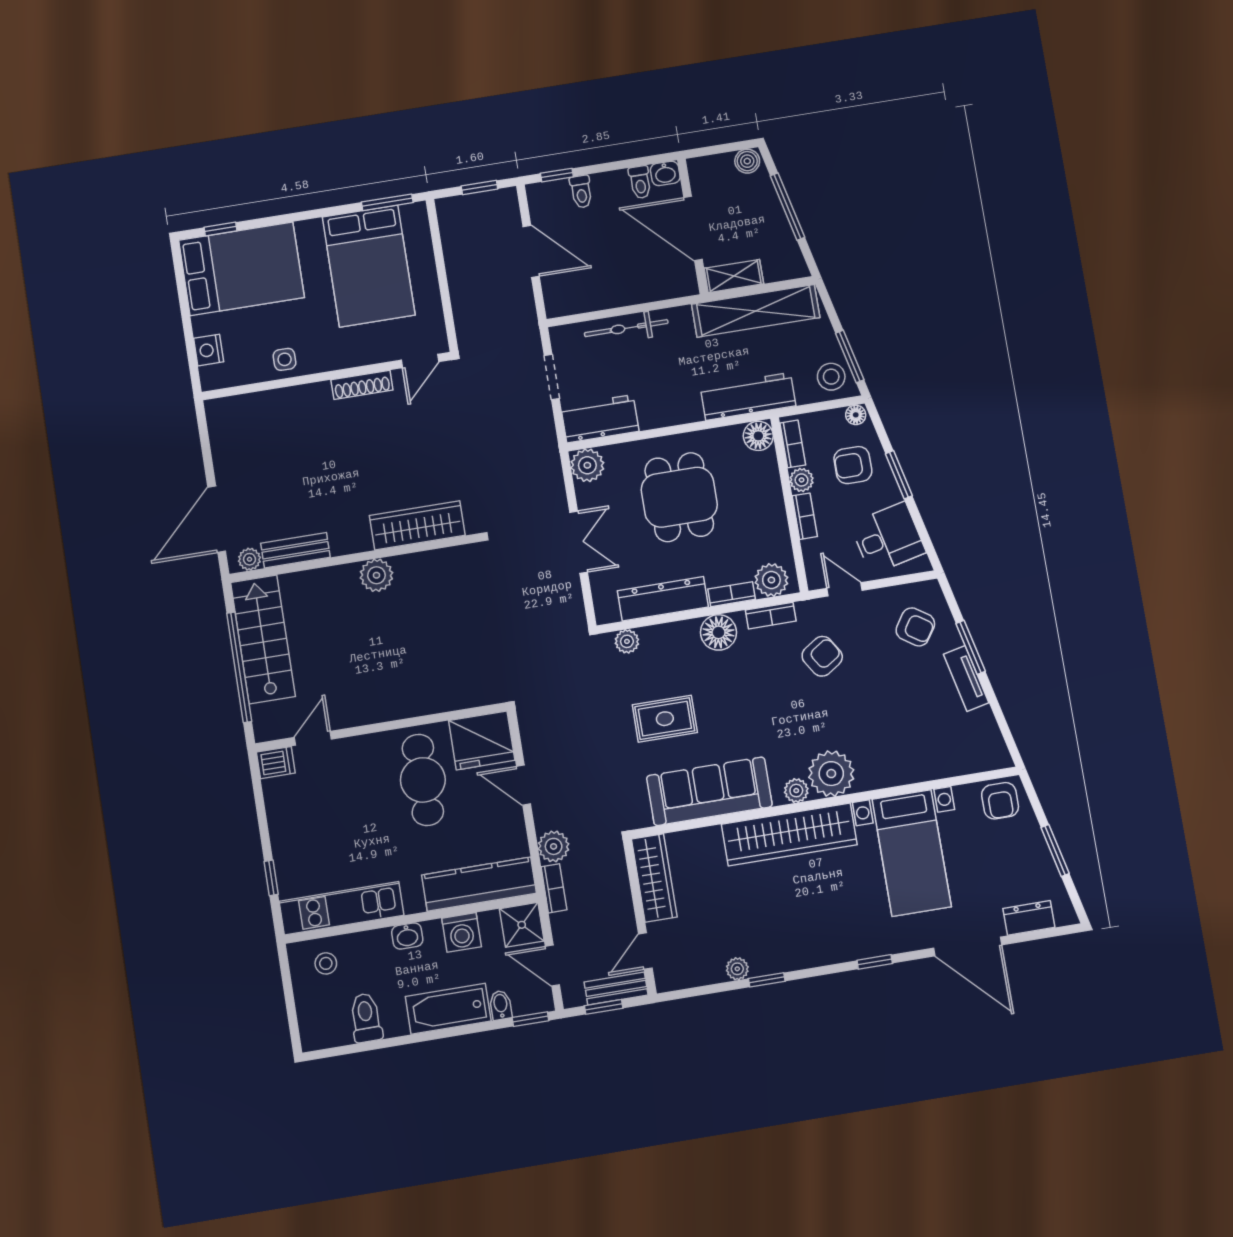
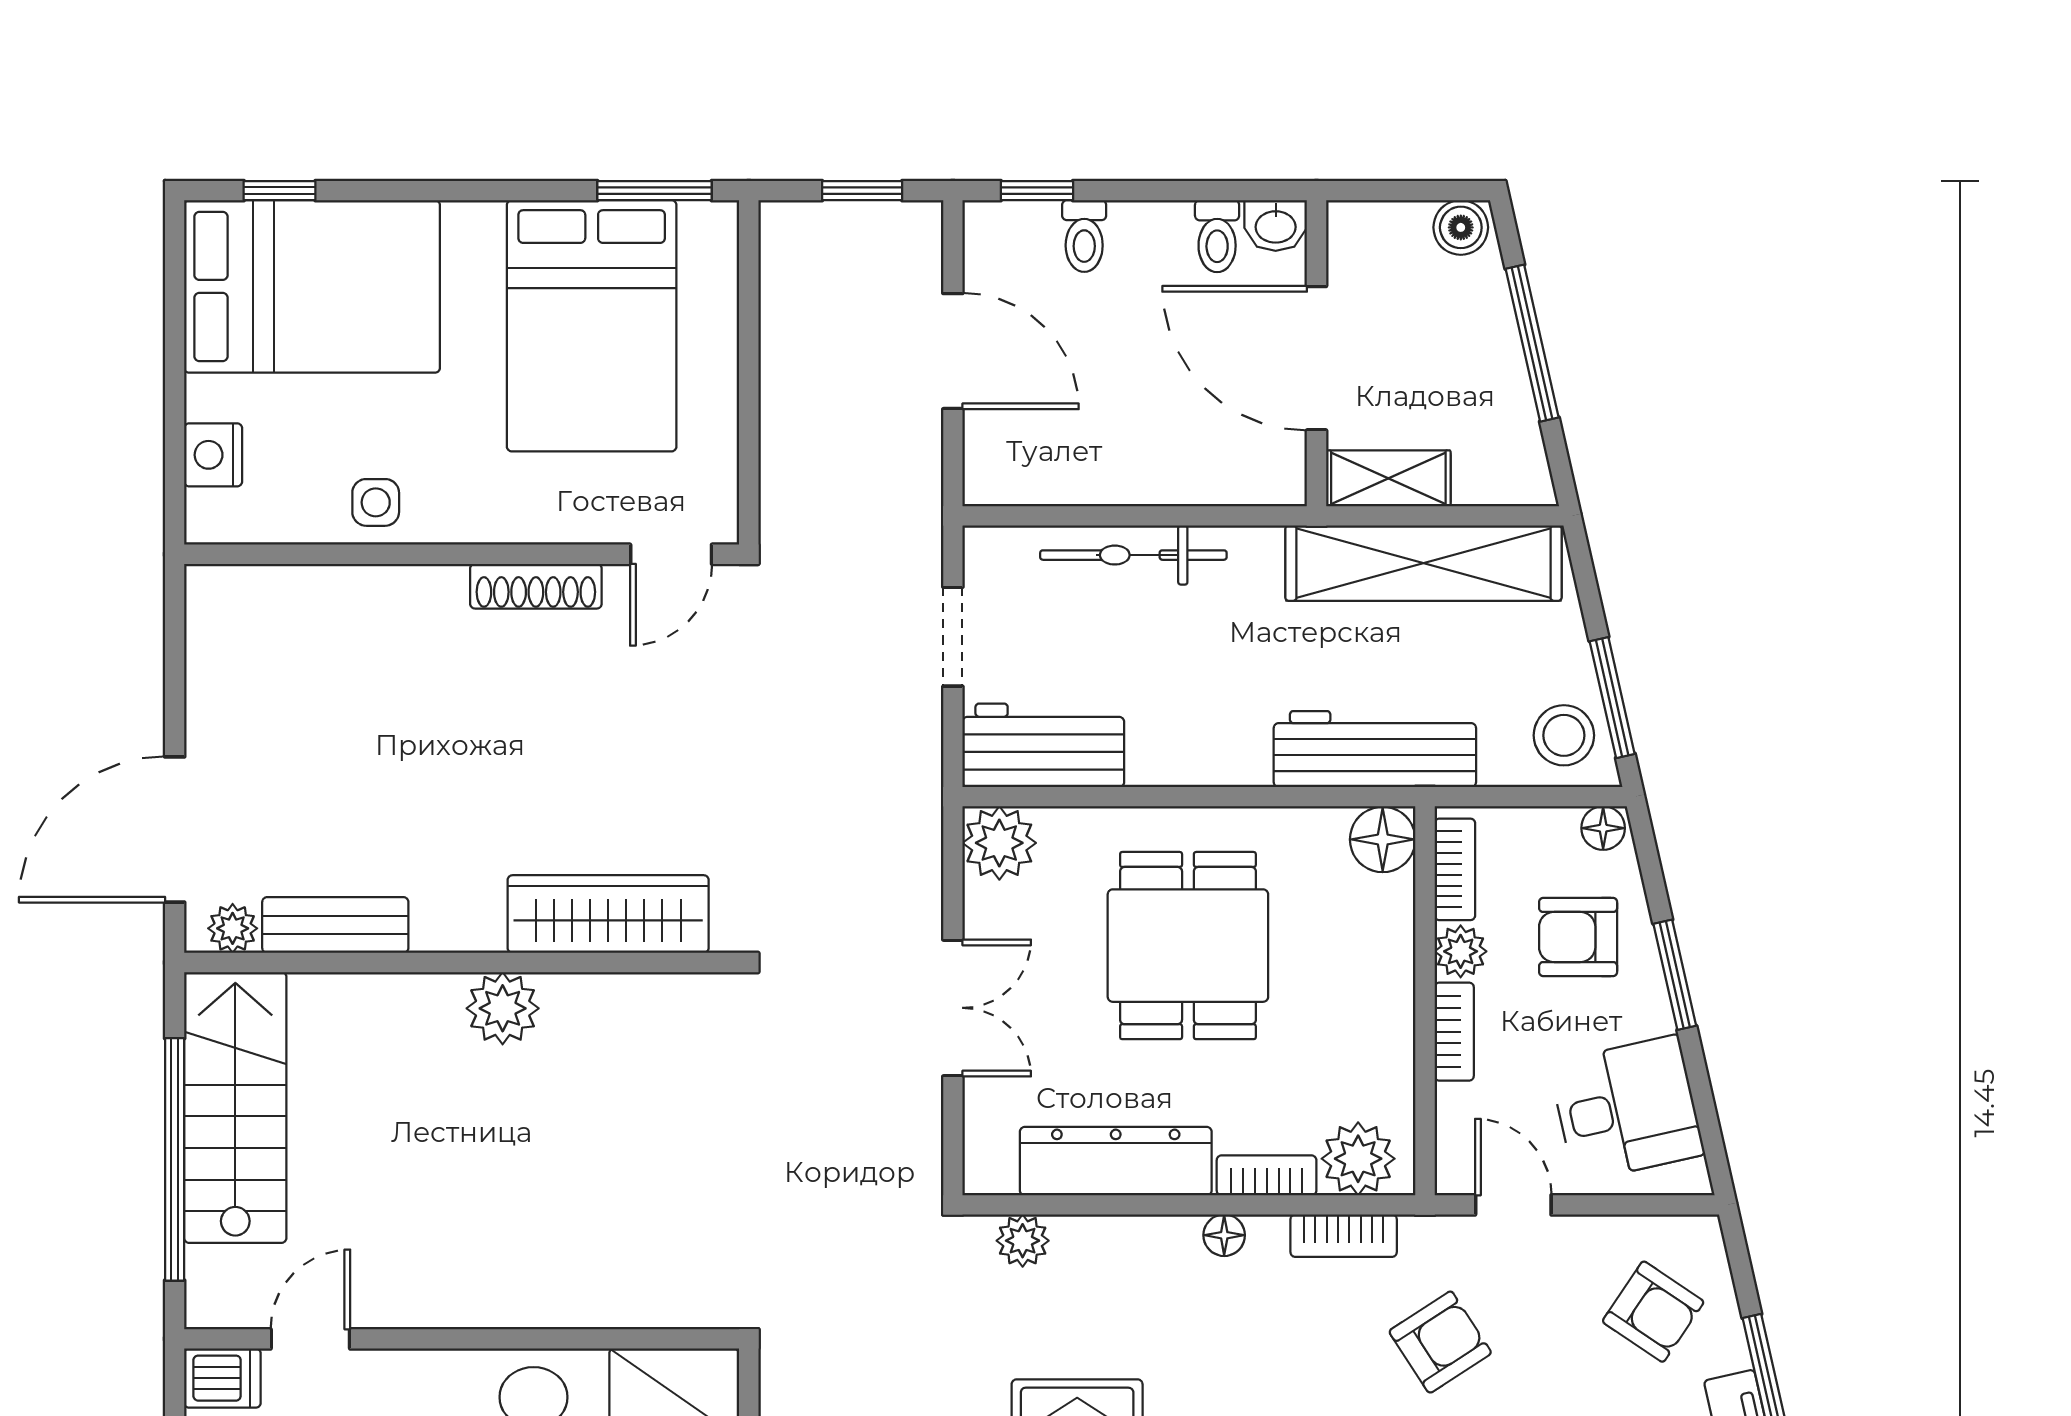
floor lamp: (719, 632) -> (1224, 1235), width x0.53, depth x0.53

